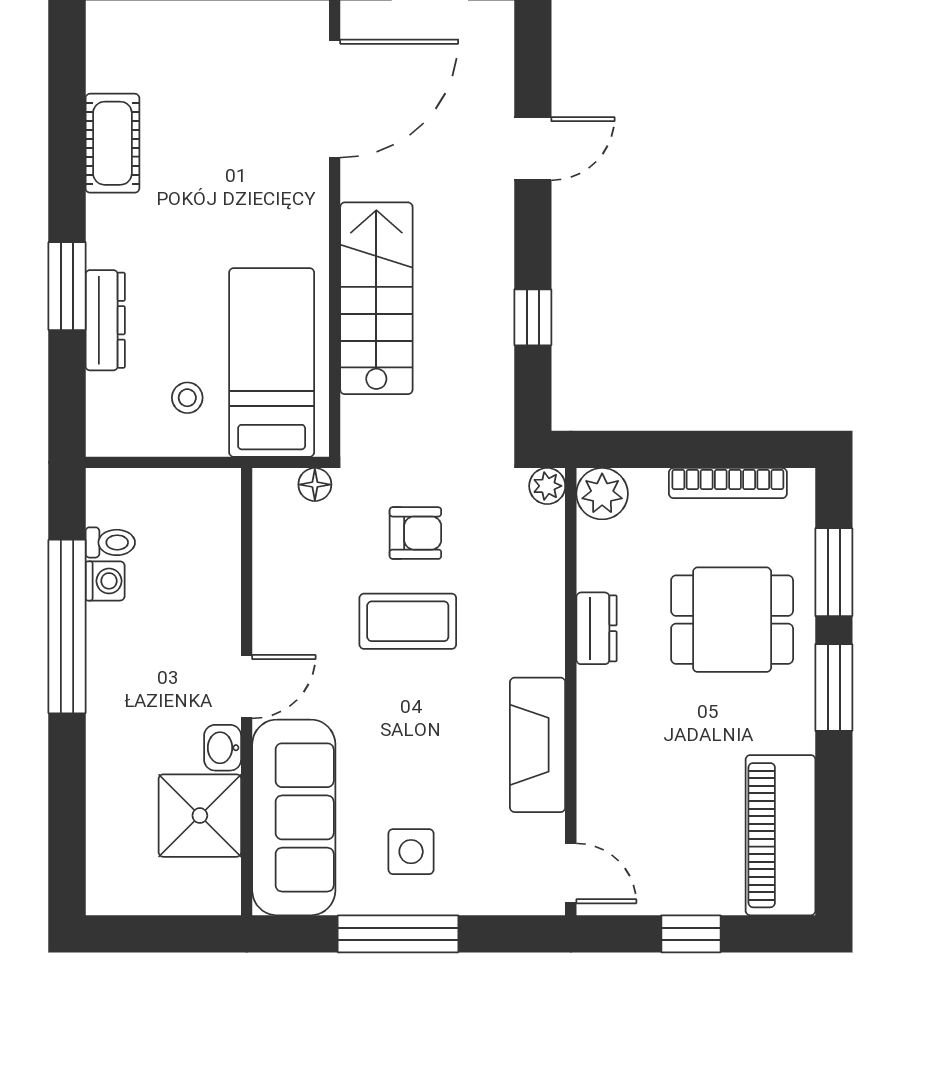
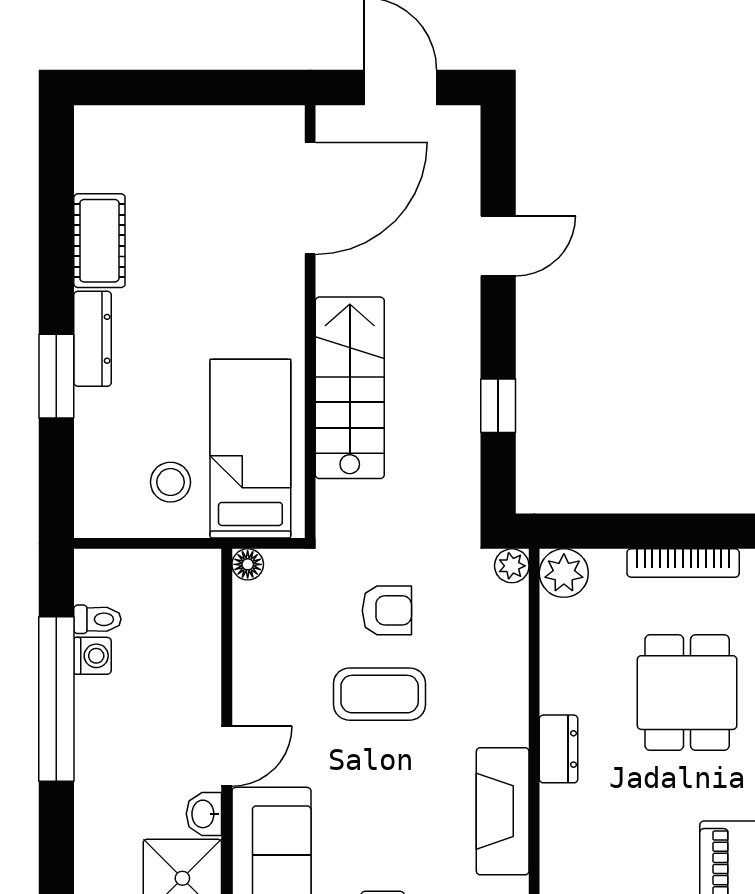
dresser: (105, 320) -> (93, 339), moved
stool: (187, 398) -> (170, 482), width x1.37, depth x1.37
floor lamp: (315, 485) -> (248, 564), moved
dining table: (732, 620) -> (687, 693), turned 90
dresser: (597, 628) -> (559, 749), moved

